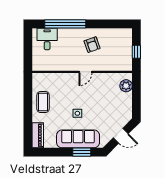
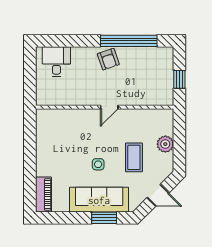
window: (65, 24) -> (129, 41), moved
armchair: (92, 45) -> (108, 59), moved
plant: (126, 86) -> (165, 144), moved
coffee table: (43, 102) -> (134, 157), moved

